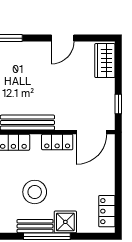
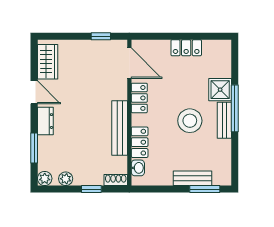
dresser: (34, 49) -> (45, 121), added
wardrobe: (105, 61) -> (48, 62), moved, turned -90
locker: (107, 211) -> (186, 48), moved

